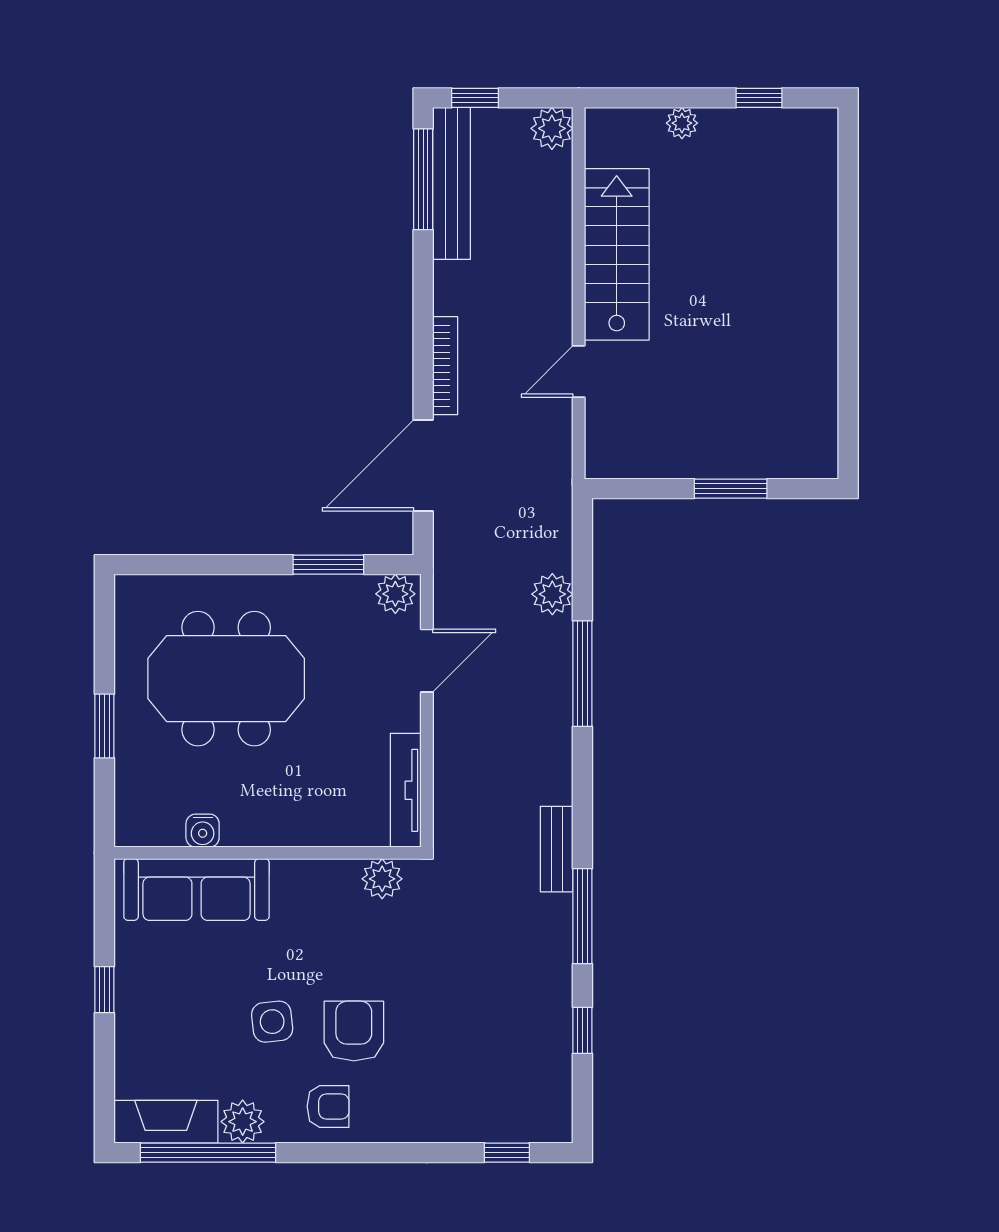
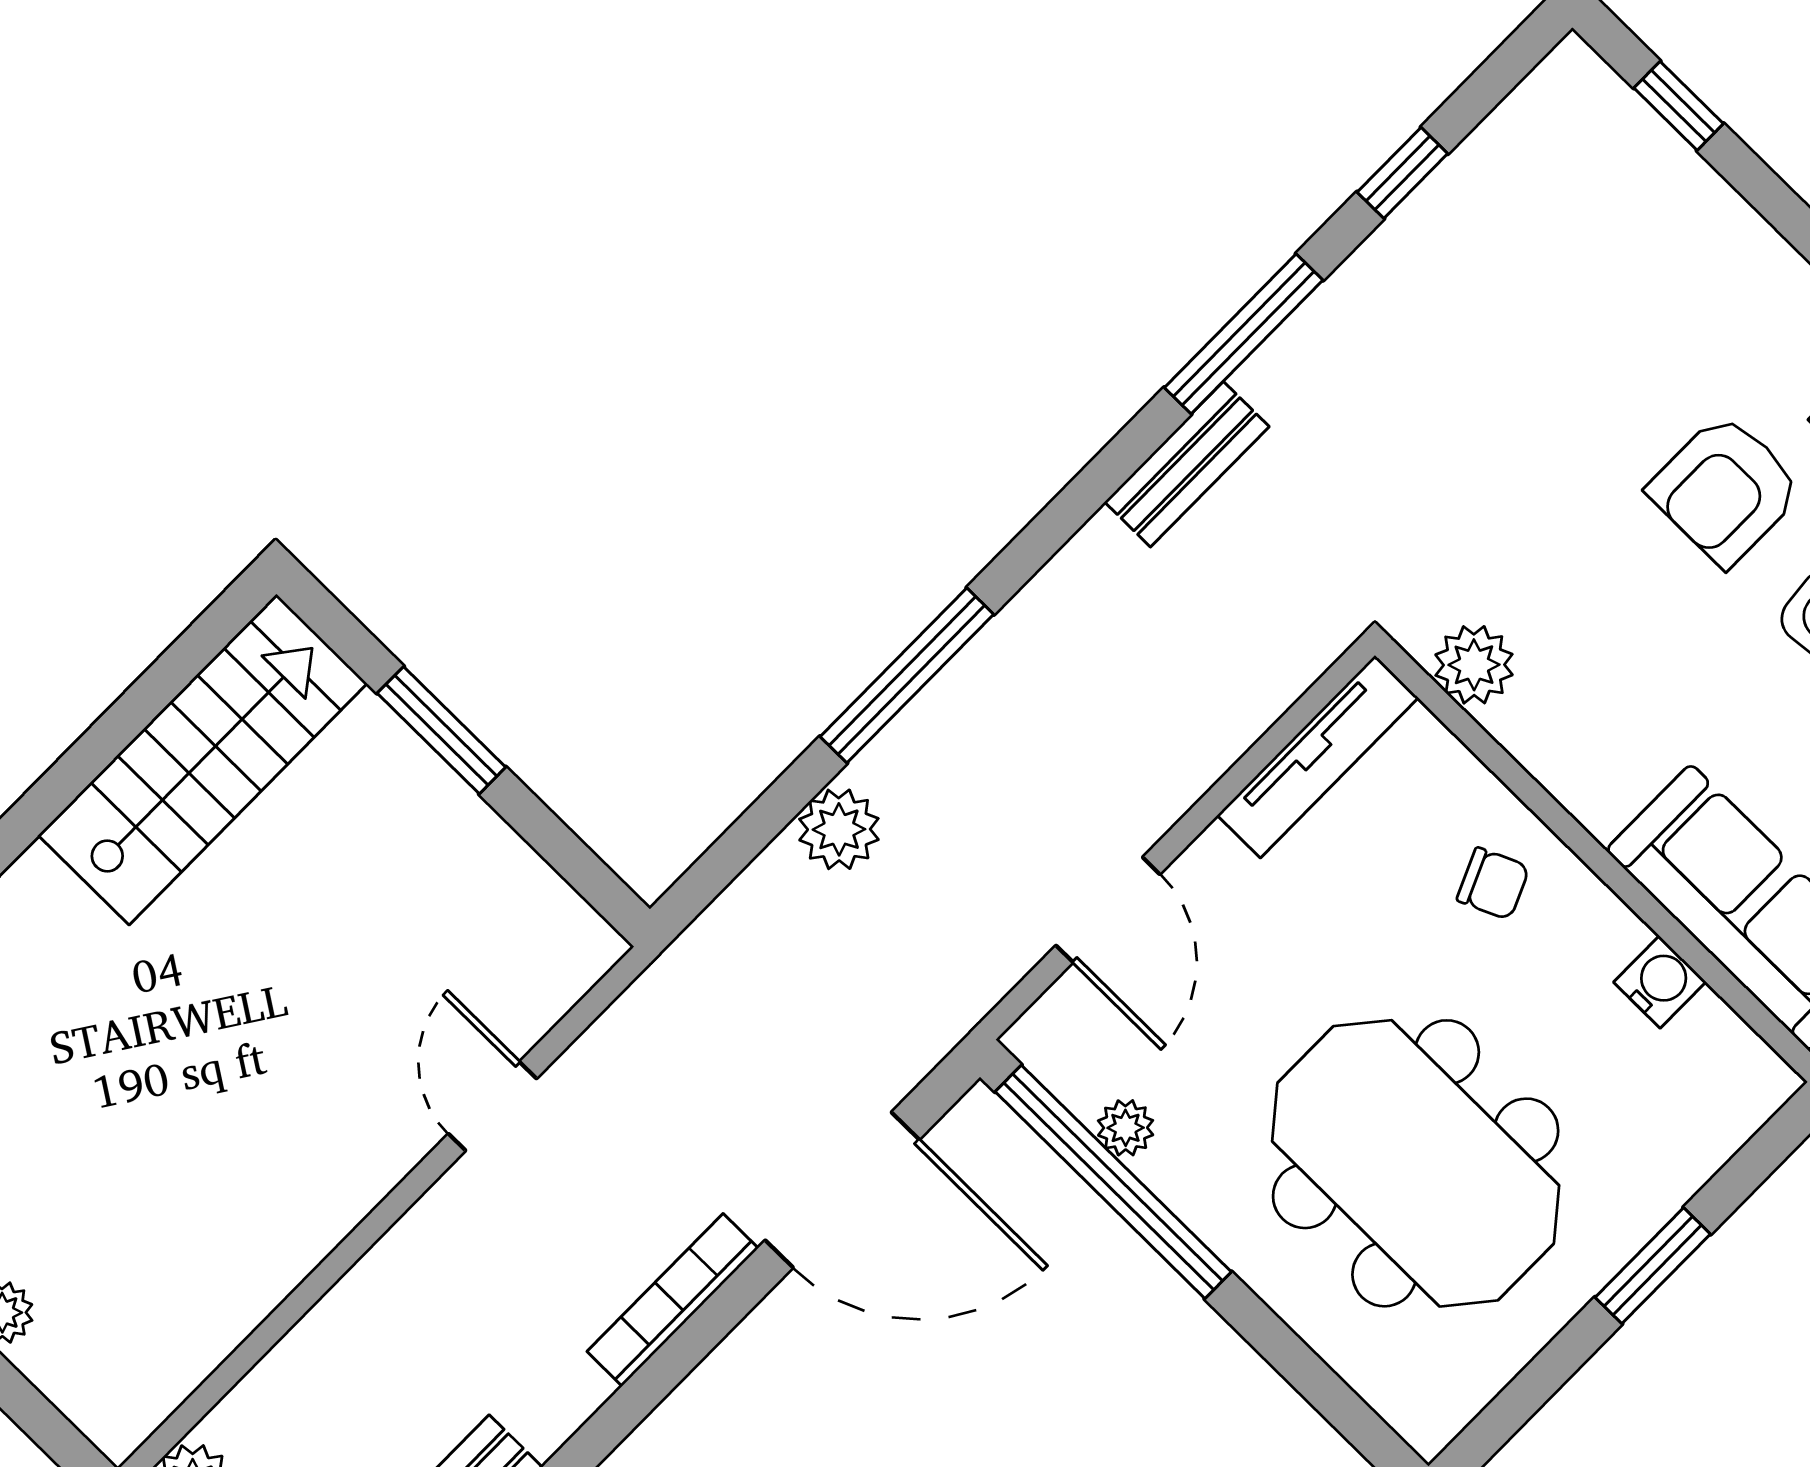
stairs: (617, 254) -> (203, 759), moved, turned 180
door: (579, 371) -> (493, 1106), swing flipped
window: (328, 565) -> (1113, 1182), width x2.11
plant: (395, 594) -> (1126, 1128), moved, width x0.73, depth x0.73
door: (427, 661) -> (1108, 910), swing flipped
chair: (298, 807) -> (1493, 883), added

